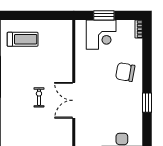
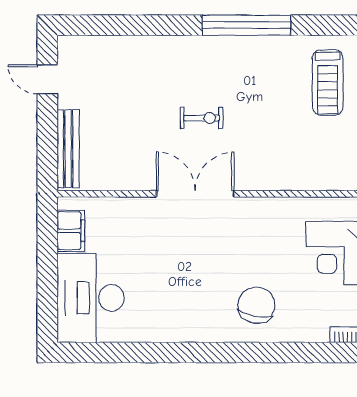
window: (147, 103) -> (190, 352), removed

